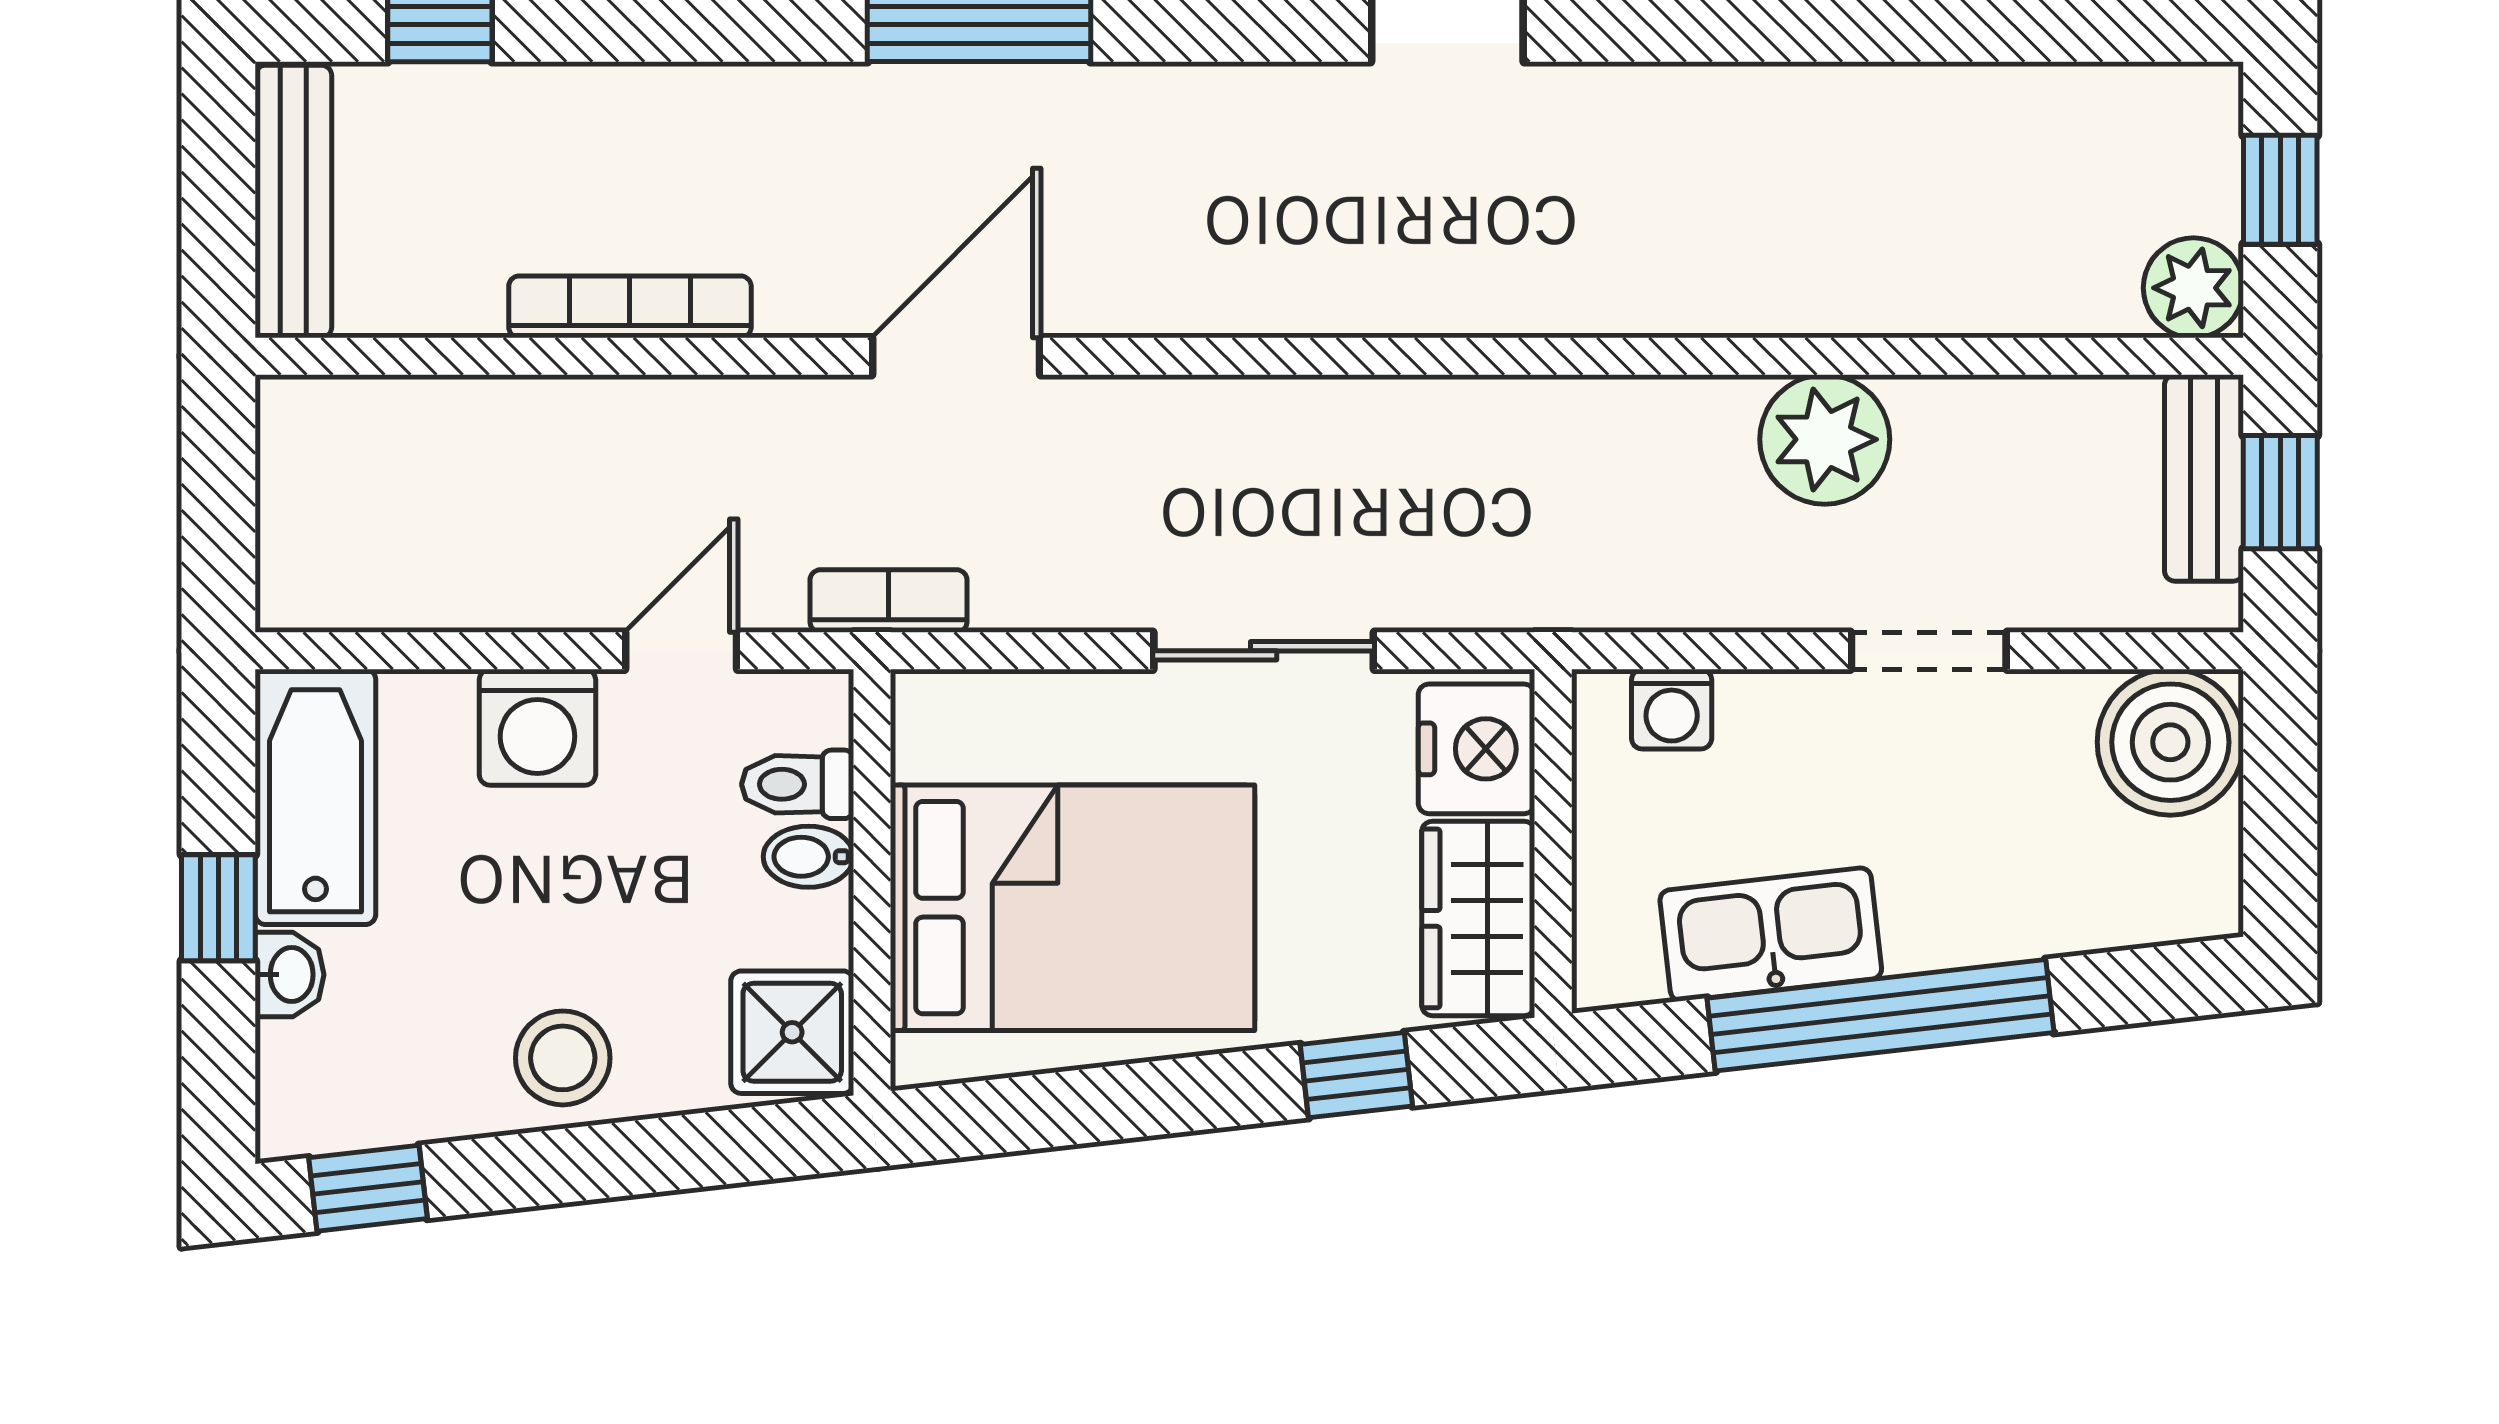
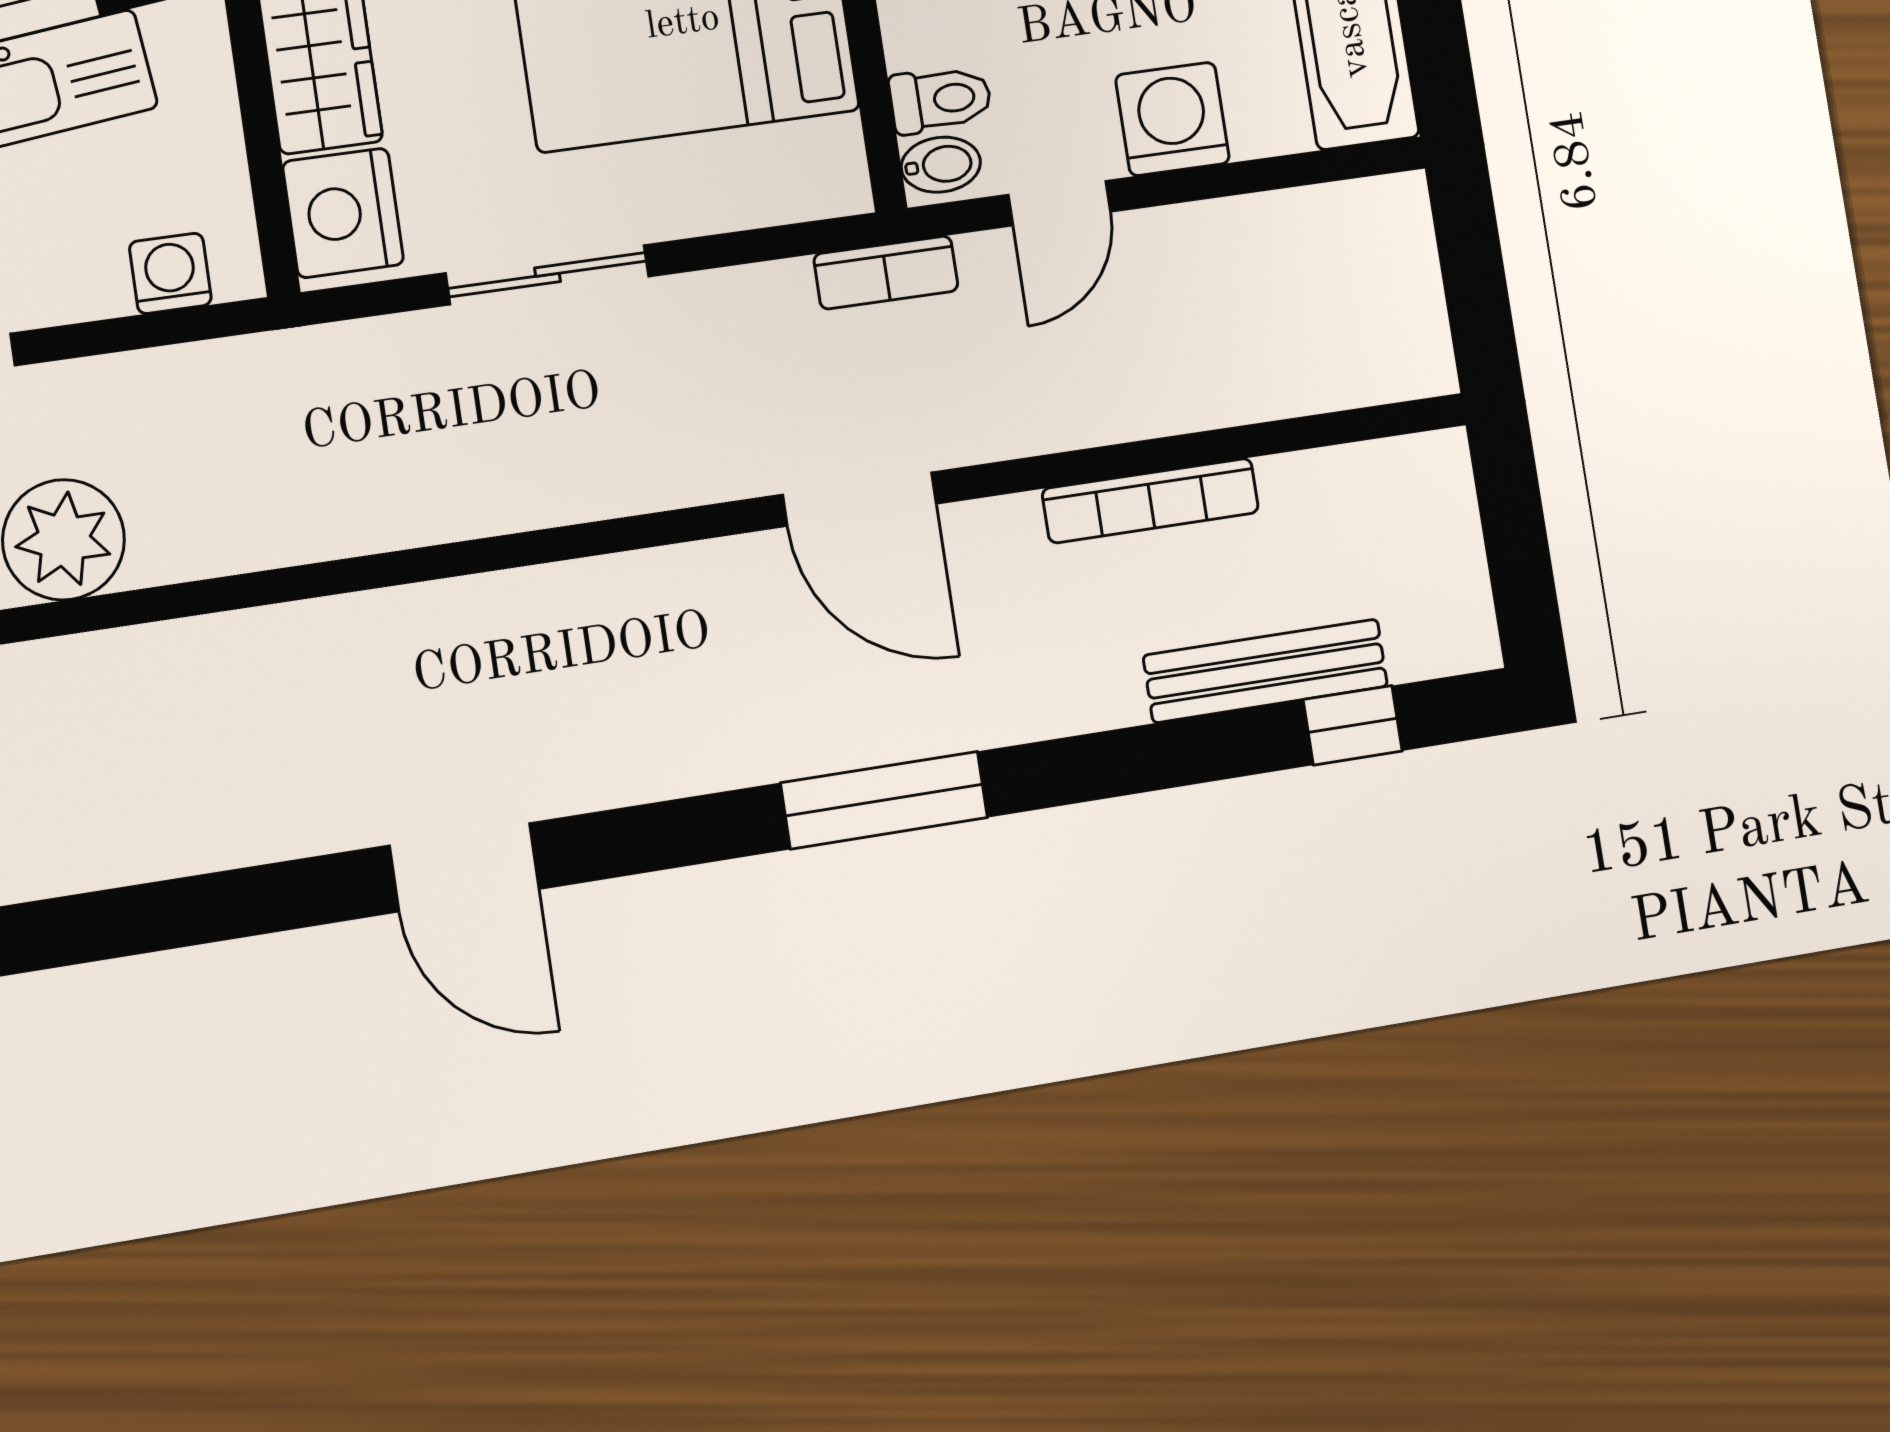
bench: (293, 201) -> (1266, 671), moved, turned 90
door: (956, 356) -> (860, 499), hinge flipped
bidet: (808, 857) -> (941, 165), moved

